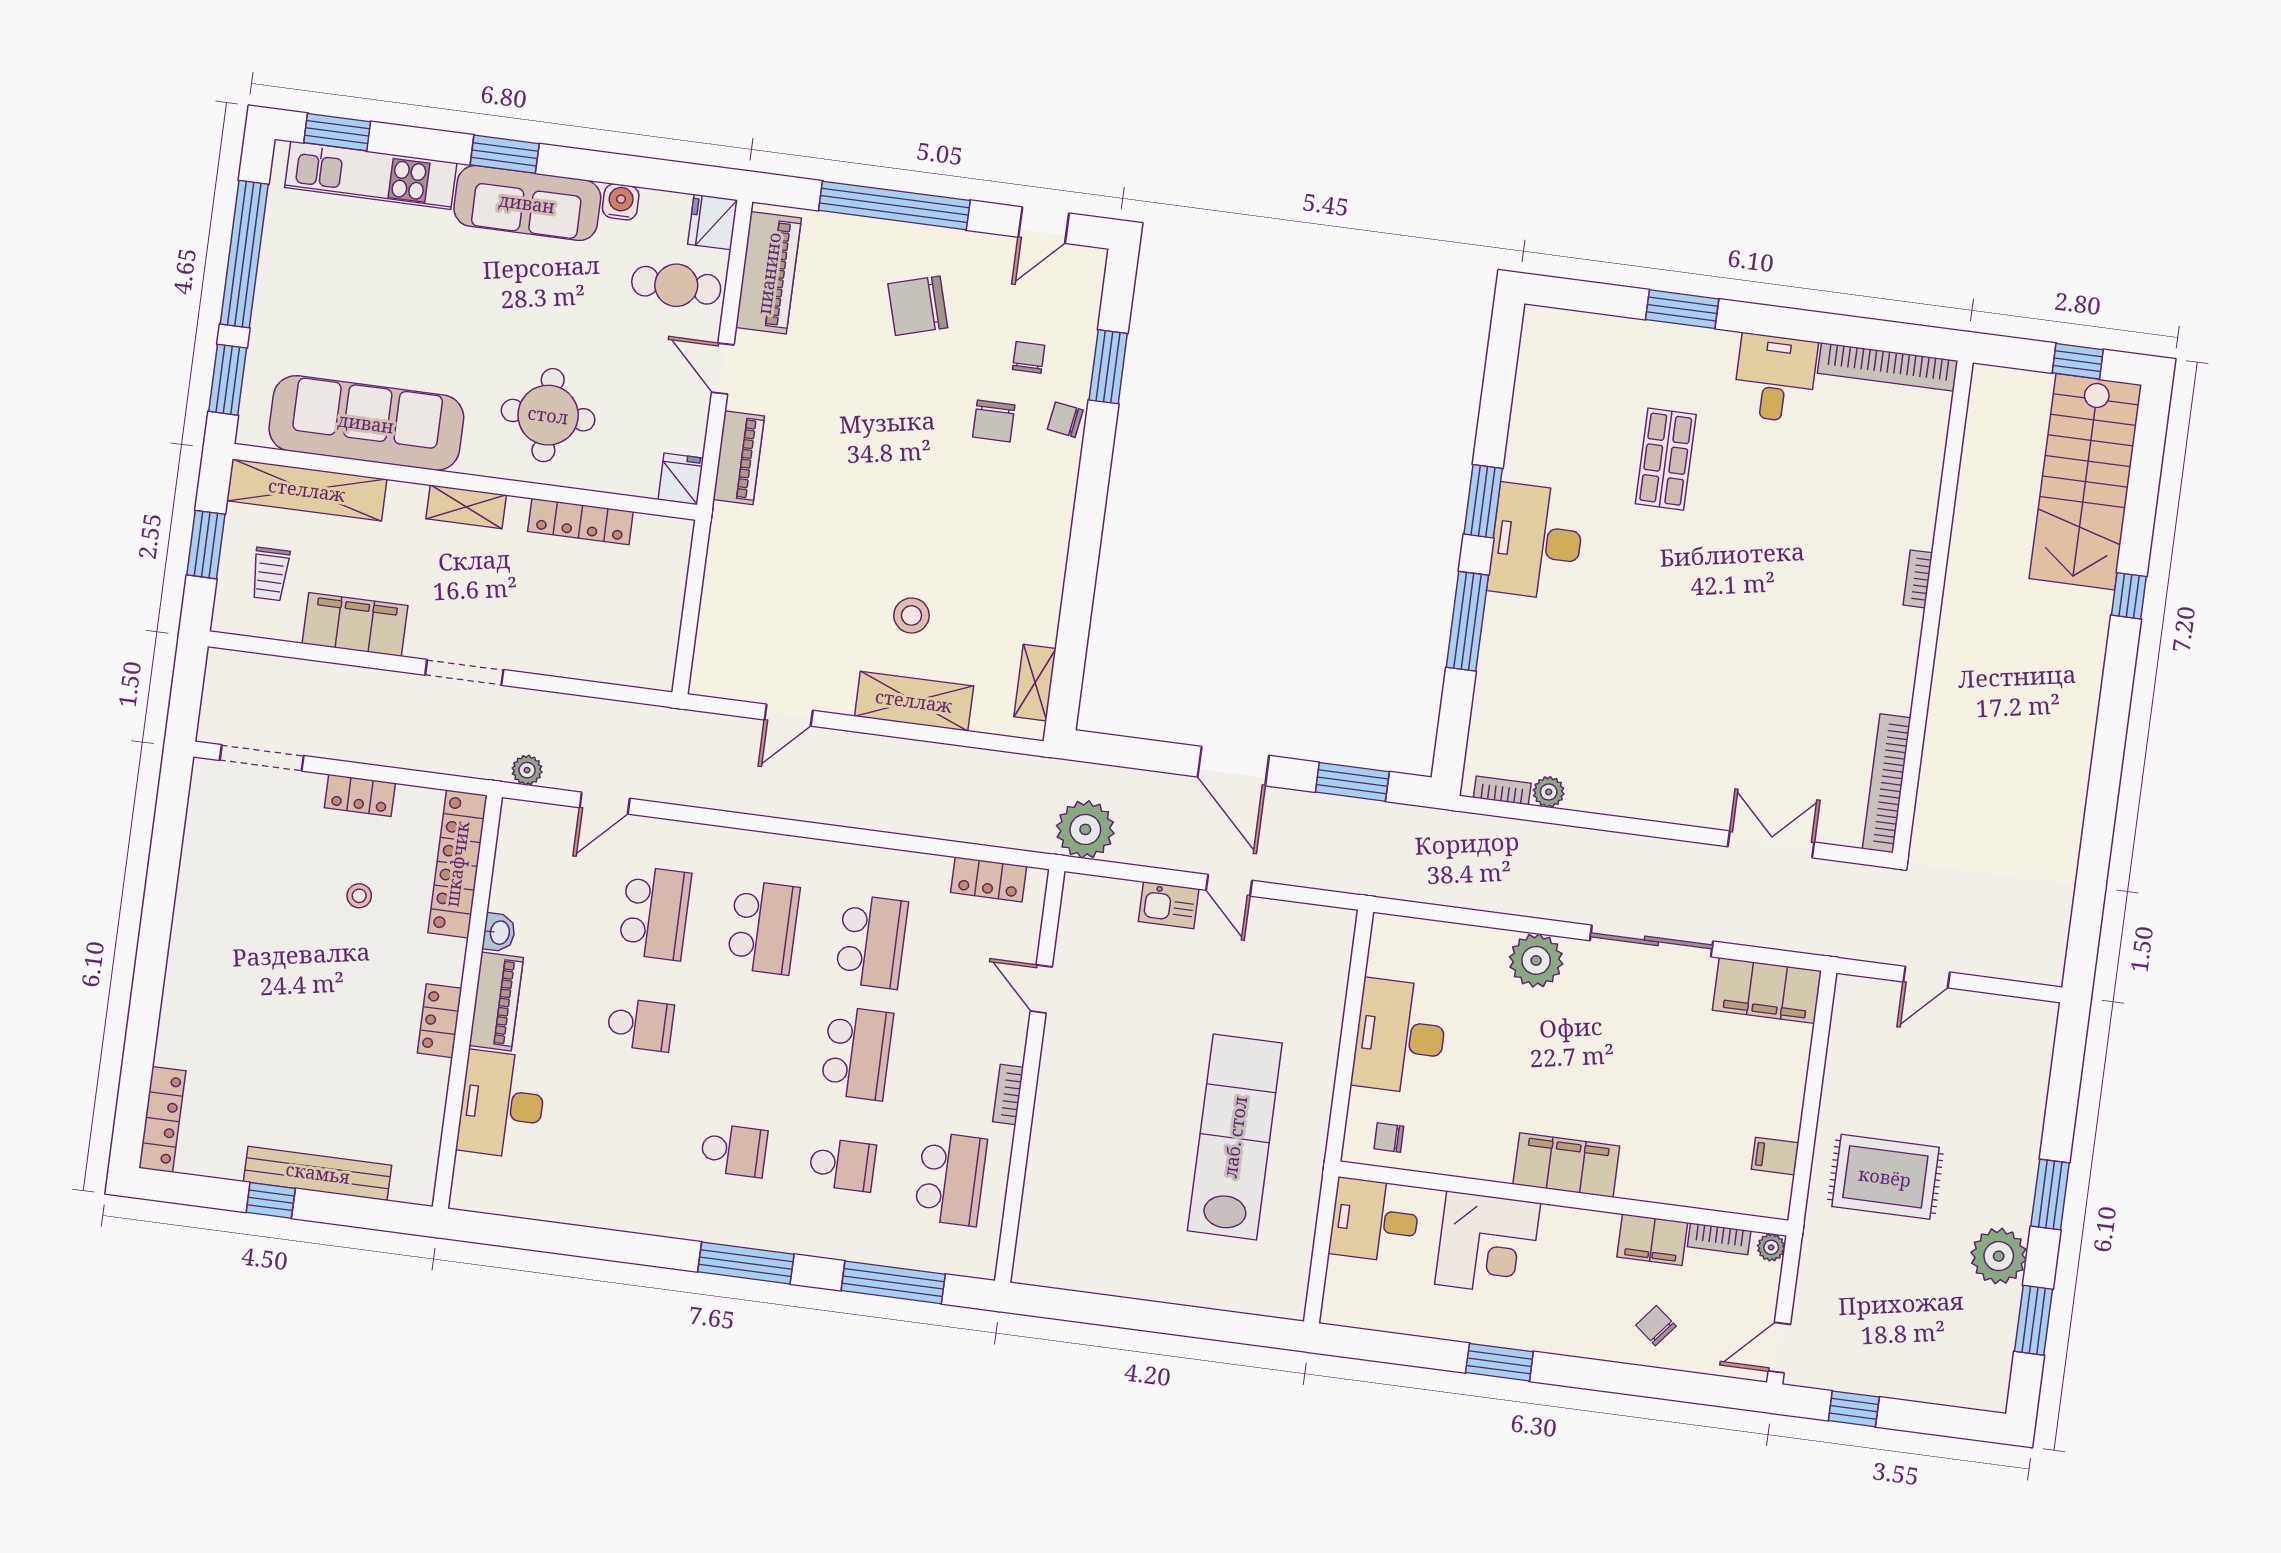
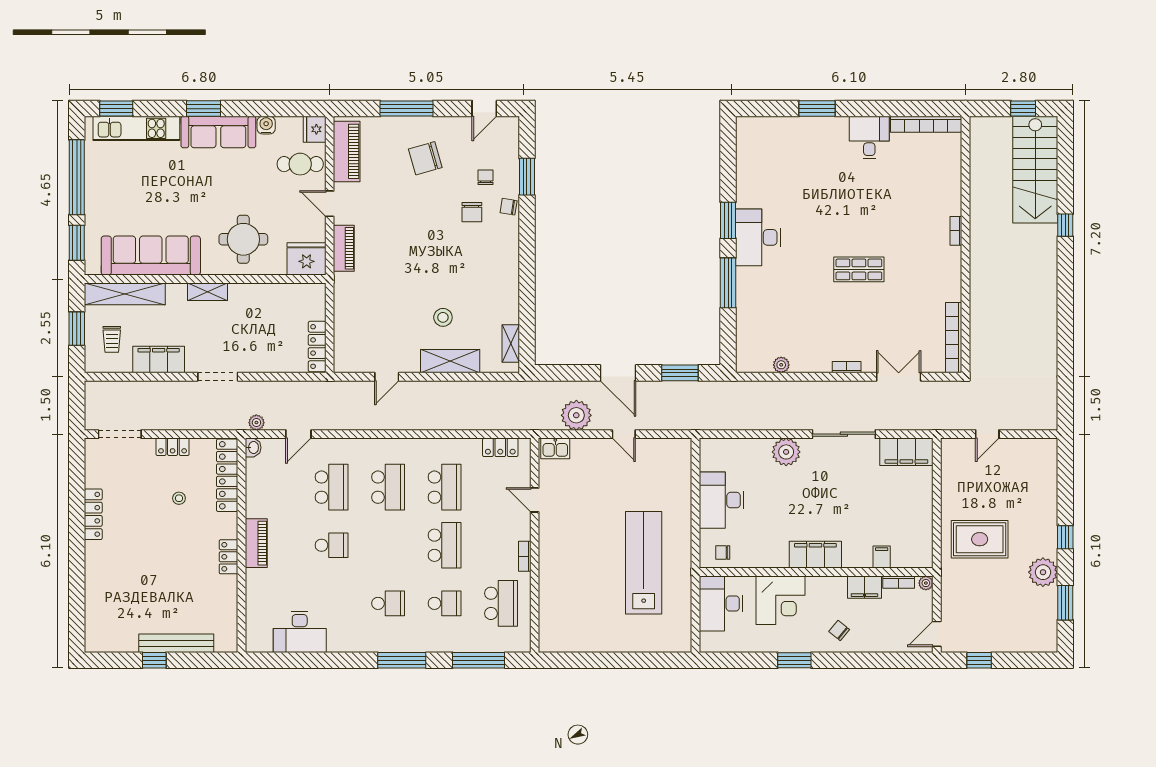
window: (894, 205) -> (407, 109), width x0.68
shop shelf: (1666, 459) -> (859, 269), moved, turned 90
fridge: (681, 479) -> (307, 259), width x1.88, depth x1.34
locker: (580, 521) -> (317, 347), moved, turned 90
bookcase: (1502, 790) -> (847, 367), moved
plant: (1085, 829) -> (576, 415), moved
kitchen sink: (1169, 905) -> (555, 448), moved
washbasin: (499, 932) -> (253, 448), moved
desk: (502, 1105) -> (300, 632), moved, turned -90
locker: (162, 1119) -> (93, 514), moved
filing cabinet: (1775, 1156) -> (882, 557), moved, turned 90
window: (2050, 1194) -> (1065, 537), width x0.67
desk: (1375, 1220) -> (721, 603), width x1.37
chair: (1656, 1326) -> (839, 631), moved

